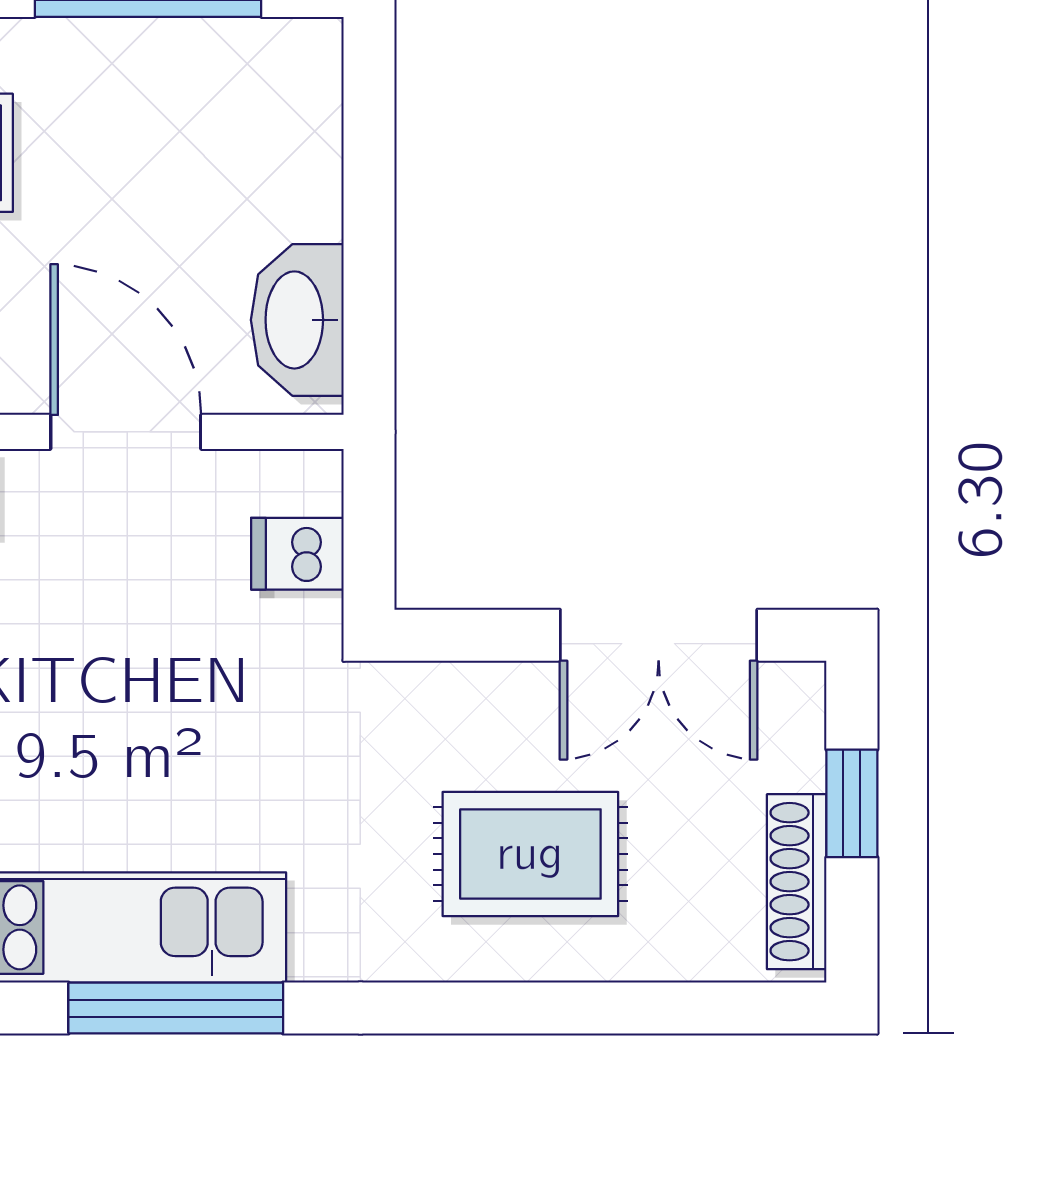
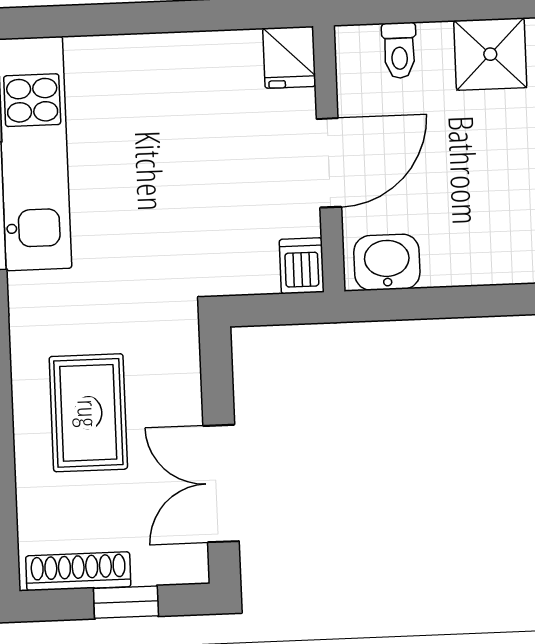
washbasin: (297, 320) -> (387, 262), width x0.72
dishwasher: (297, 554) -> (302, 266), moved

